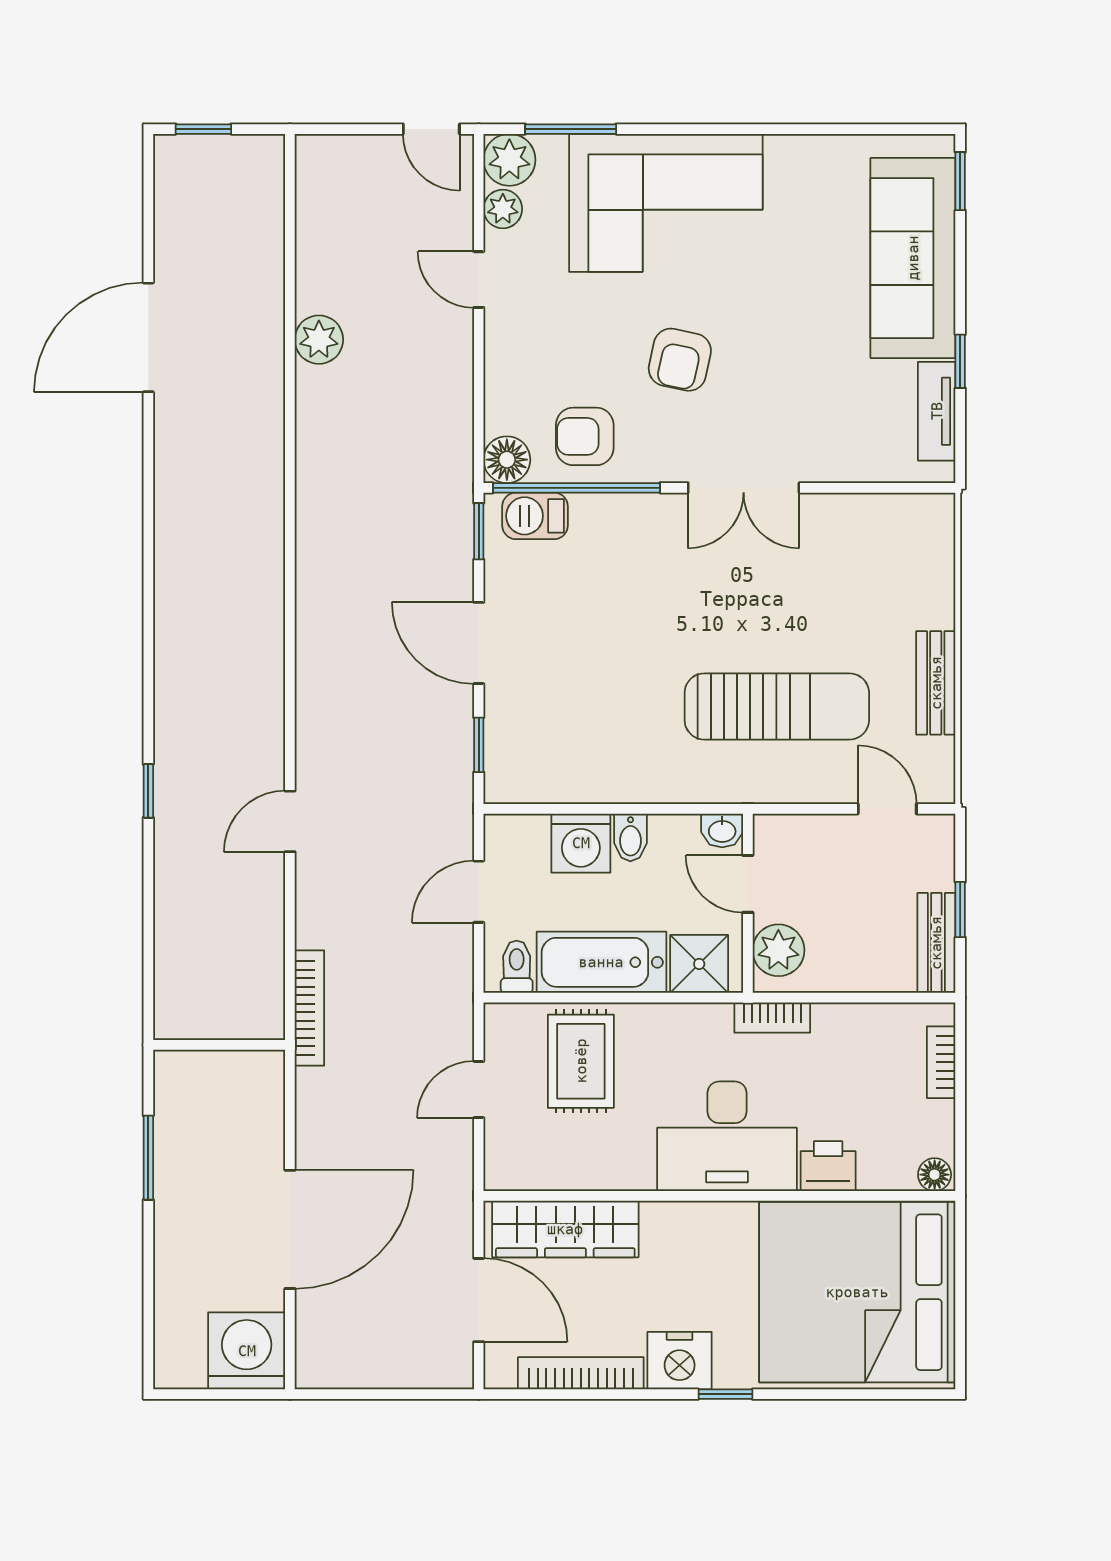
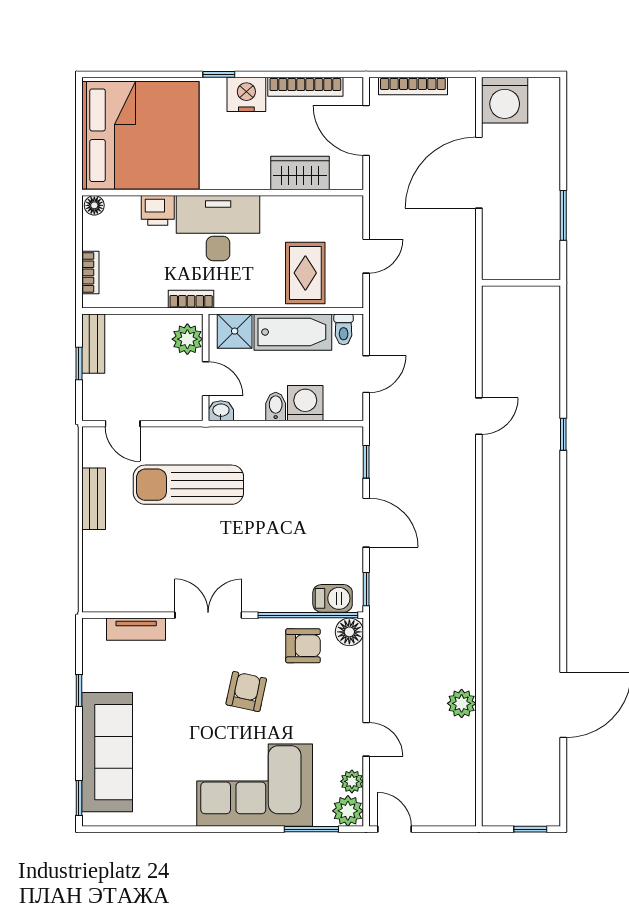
tv unit: (937, 411) -> (136, 629), moved, turned 90
bookcase: (309, 1008) -> (413, 86), moved, turned -90
wardrobe: (565, 1229) -> (300, 173), width x0.67

